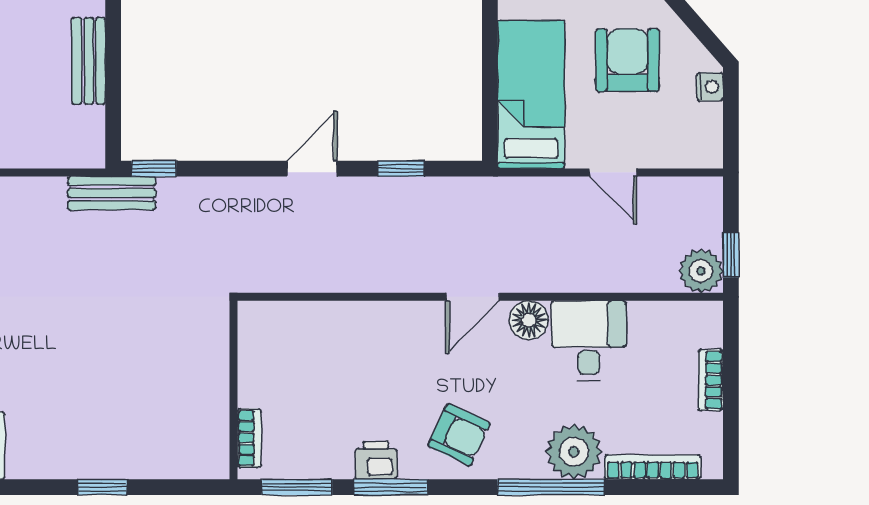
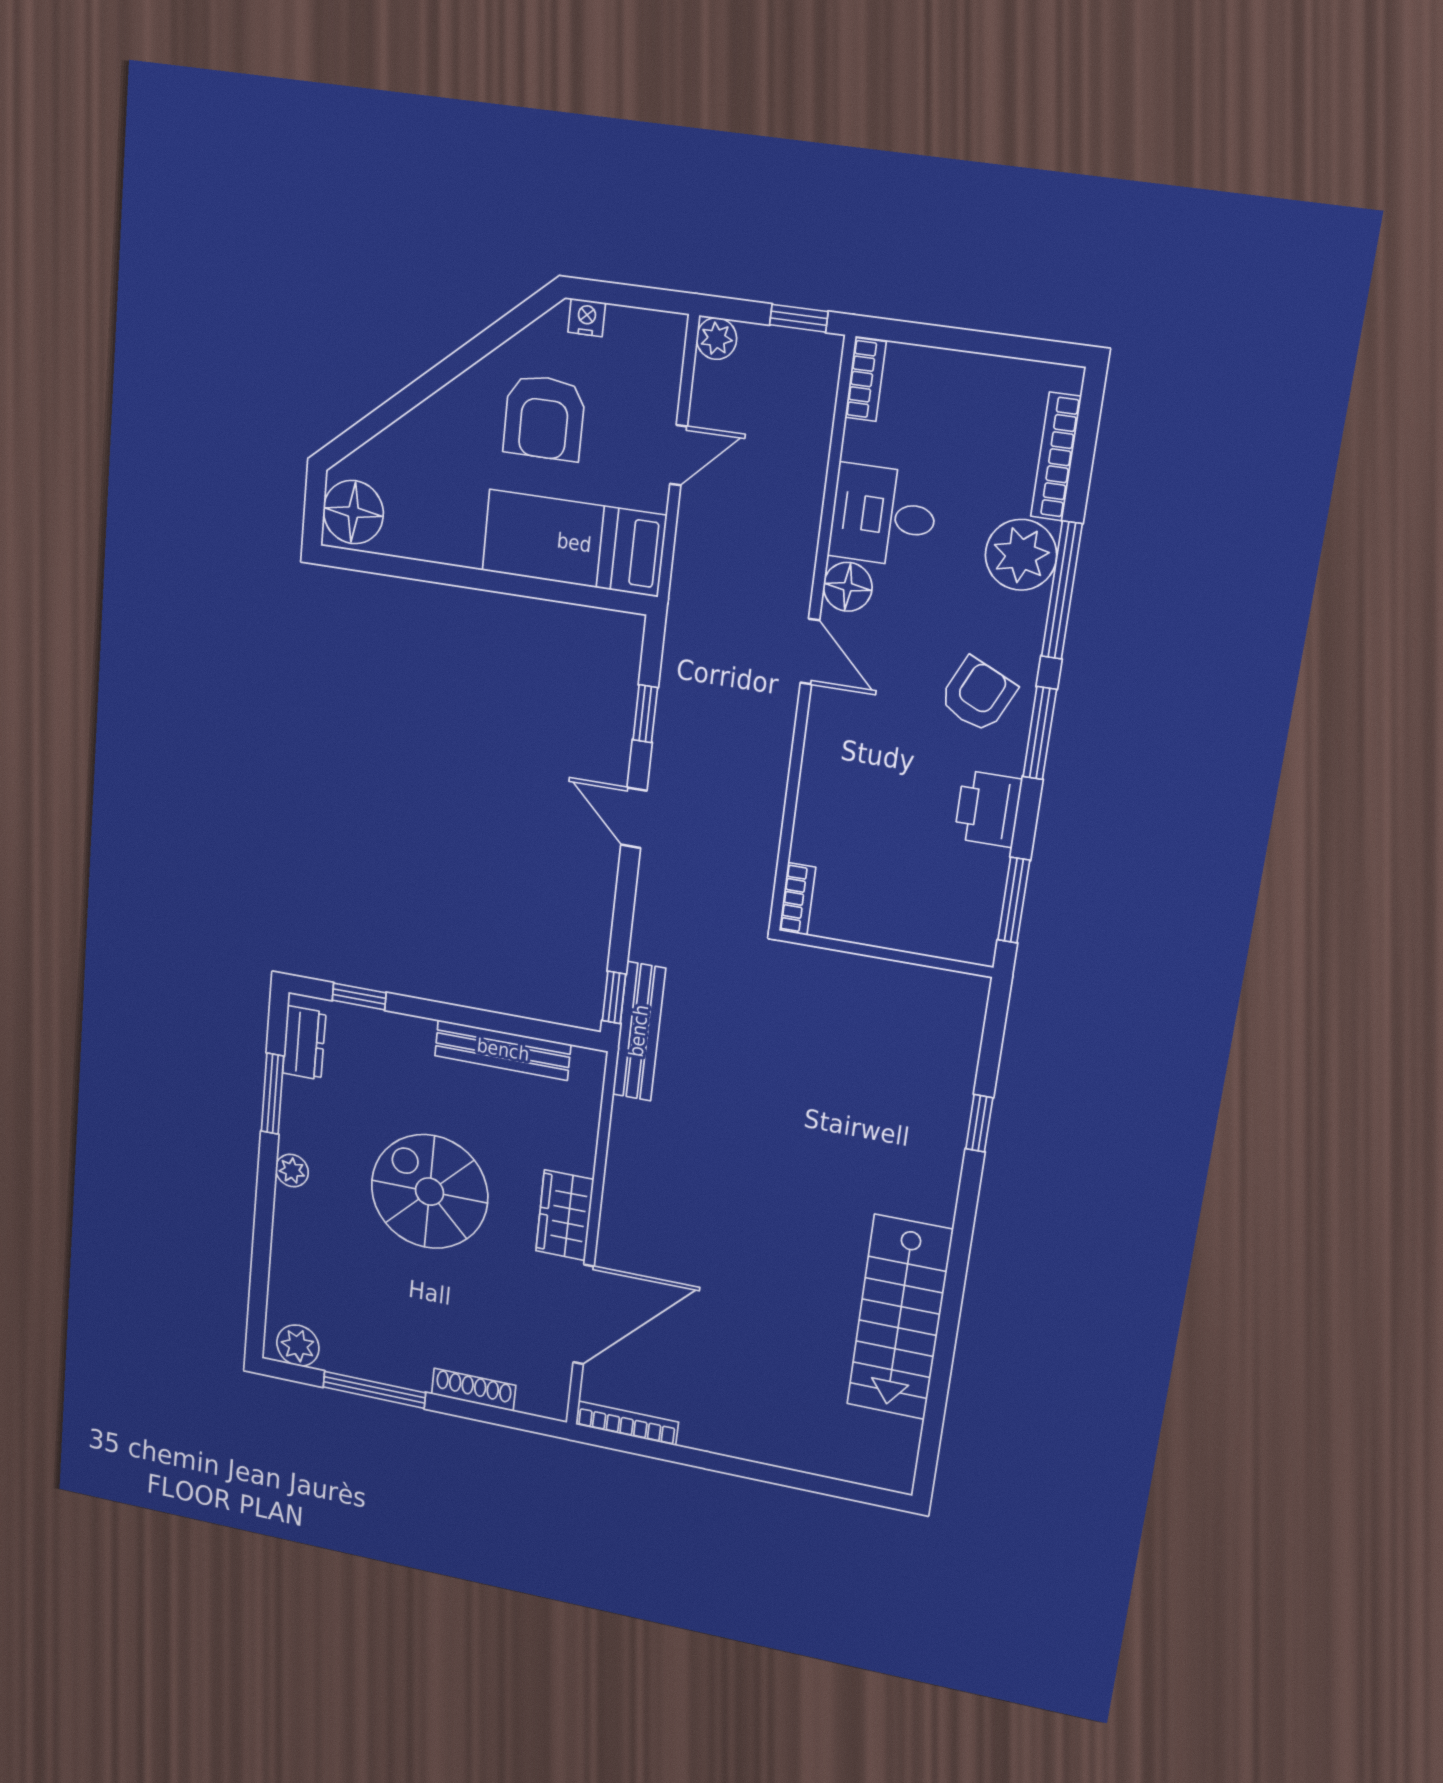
armchair: (627, 60) -> (544, 418), turned -90
bench: (89, 61) -> (503, 1050), width x1.36
bench: (112, 193) -> (639, 1031), width x1.36
plant: (701, 271) -> (717, 339), moved, width x0.73, depth x0.73
bookcase: (711, 380) -> (866, 380), moved, turned -90
bookcase: (249, 438) -> (797, 899), moved, turned 90
printer: (376, 460) -> (988, 809), width x1.36, depth x1.24
window: (391, 487) -> (1040, 733), moved

